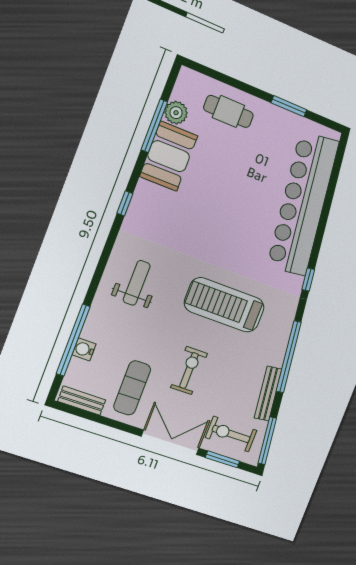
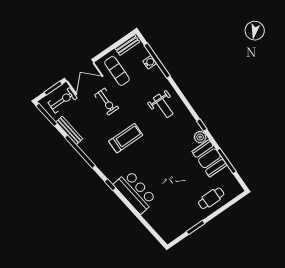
plant: (176, 113) -> (200, 137), moved
bar counter: (303, 204) -> (135, 192), width x0.54
treadmill: (224, 305) -> (126, 138), width x0.73, depth x0.73

